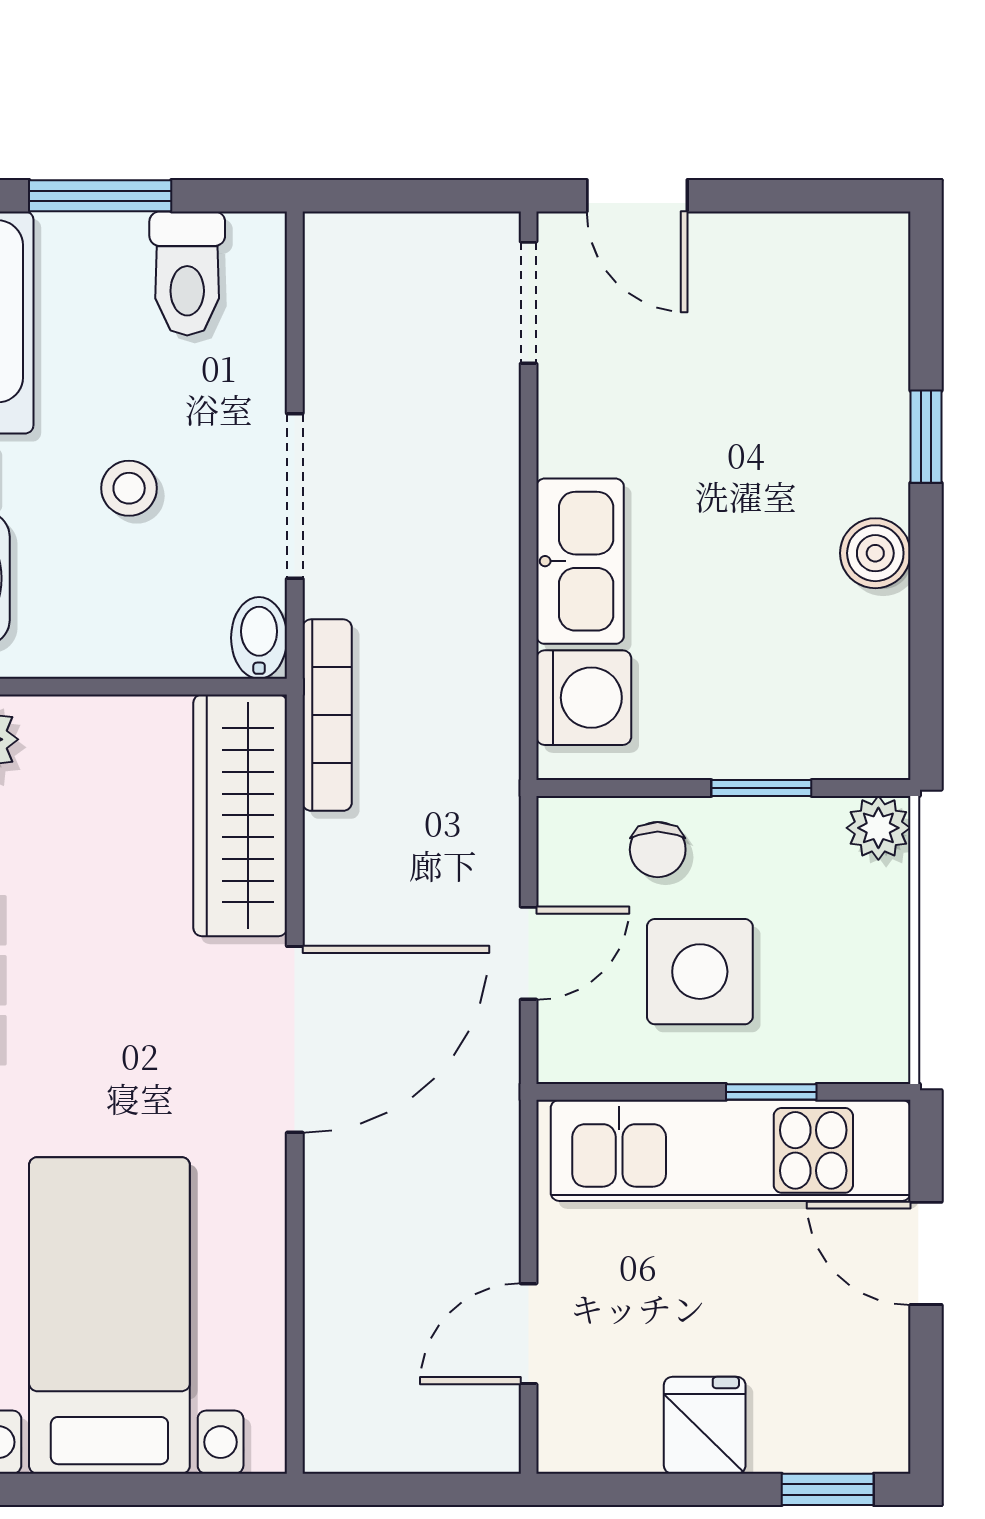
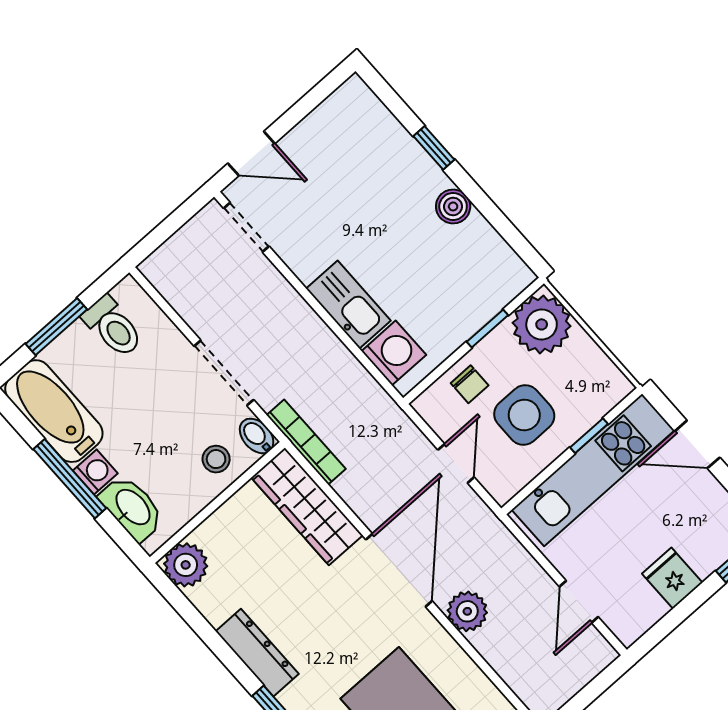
stool: (129, 488) -> (216, 459), moved
plant: (878, 828) -> (542, 324), width x1.88, depth x1.88
plant: (344, 1196) -> (467, 611), added

